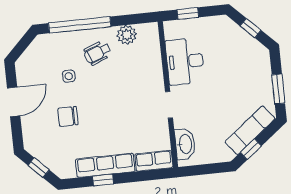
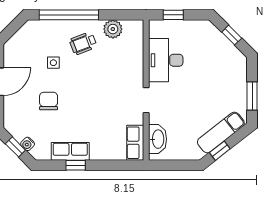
chair: (68, 116) -> (49, 101), turned 90
row of seats: (154, 161) -> (135, 143), moved, turned -90
water cooler: (51, 163) -> (28, 144), added
row of seats: (105, 165) -> (70, 151), width x0.68

